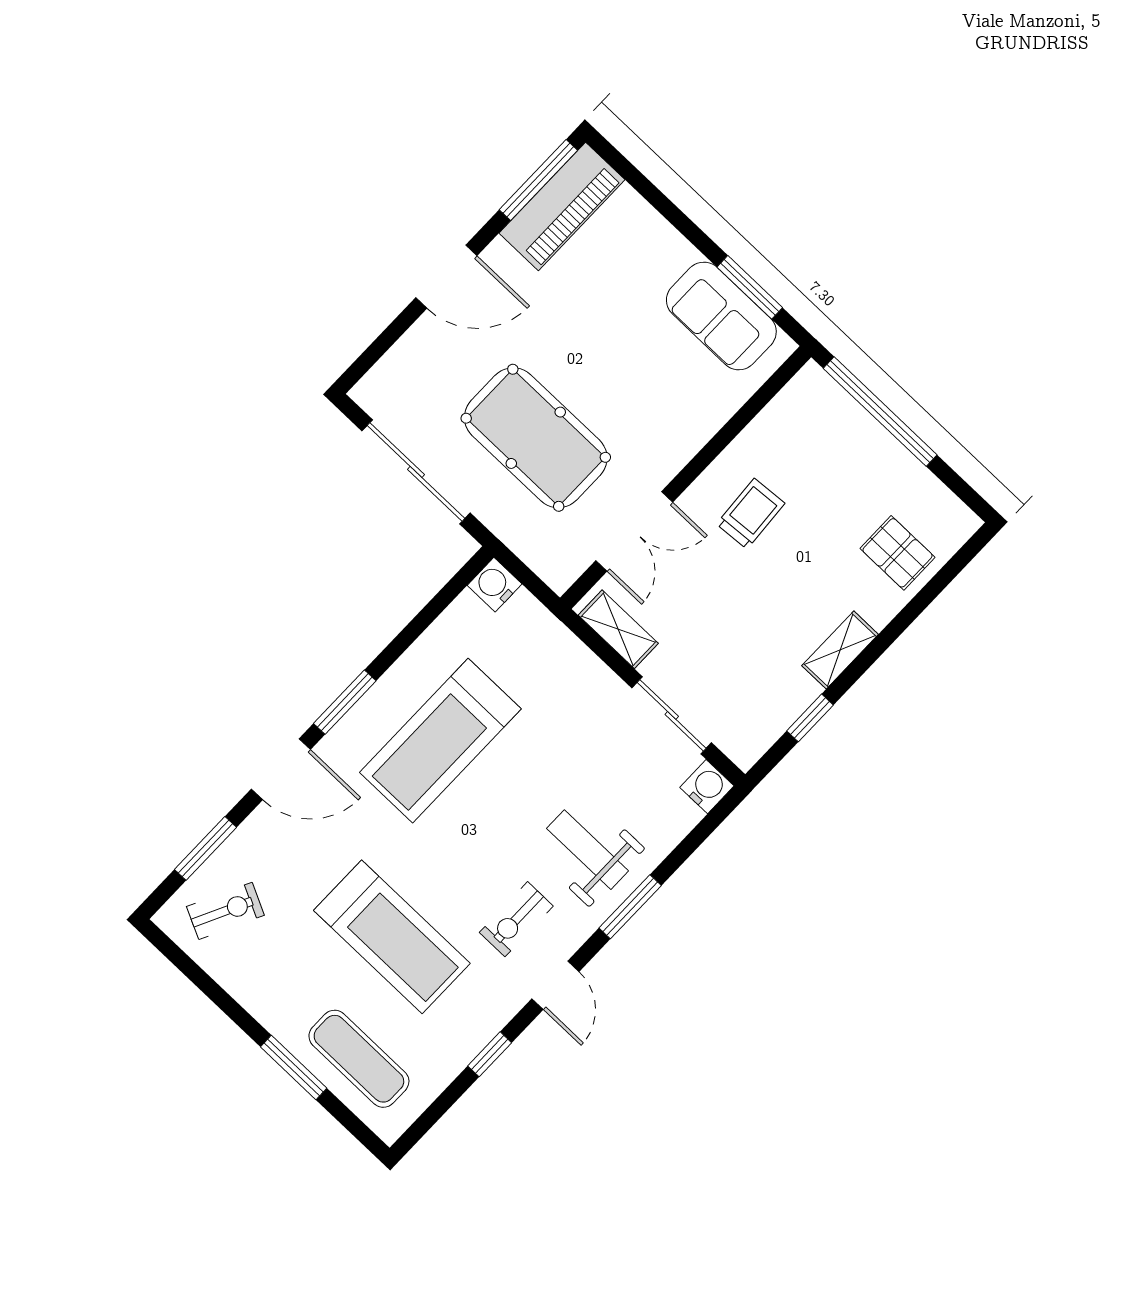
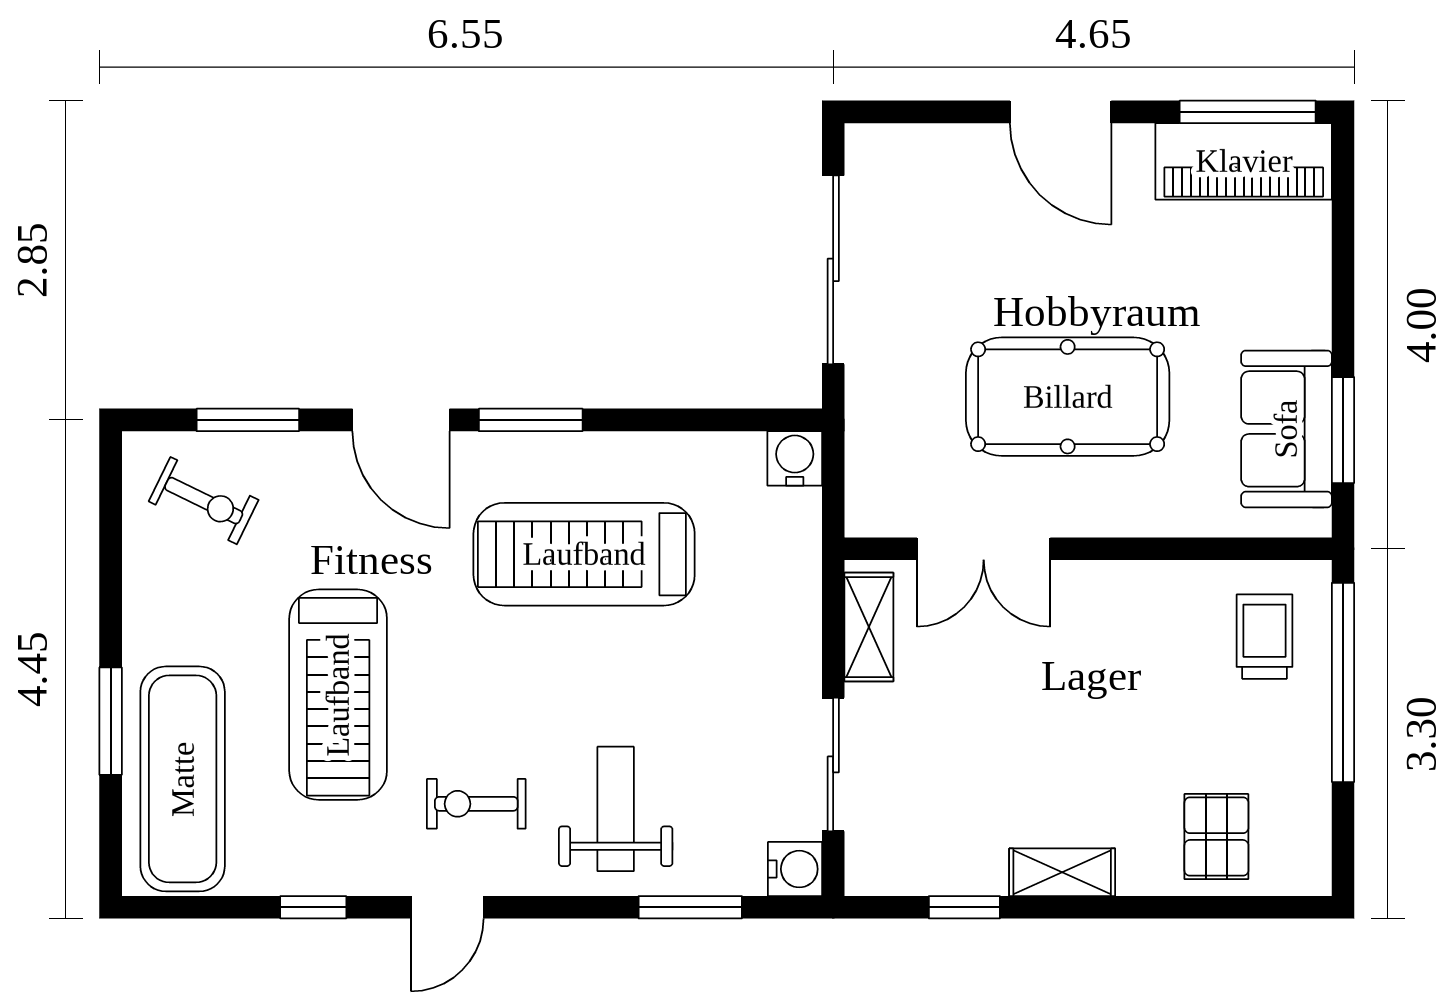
pool table: (536, 438) -> (1068, 397), moved, turned 90
trolley: (751, 514) -> (1264, 637), moved, turned -86
window: (630, 907) -> (690, 907), moved
exercise mat: (359, 1059) -> (183, 779), width x1.36, depth x1.45

